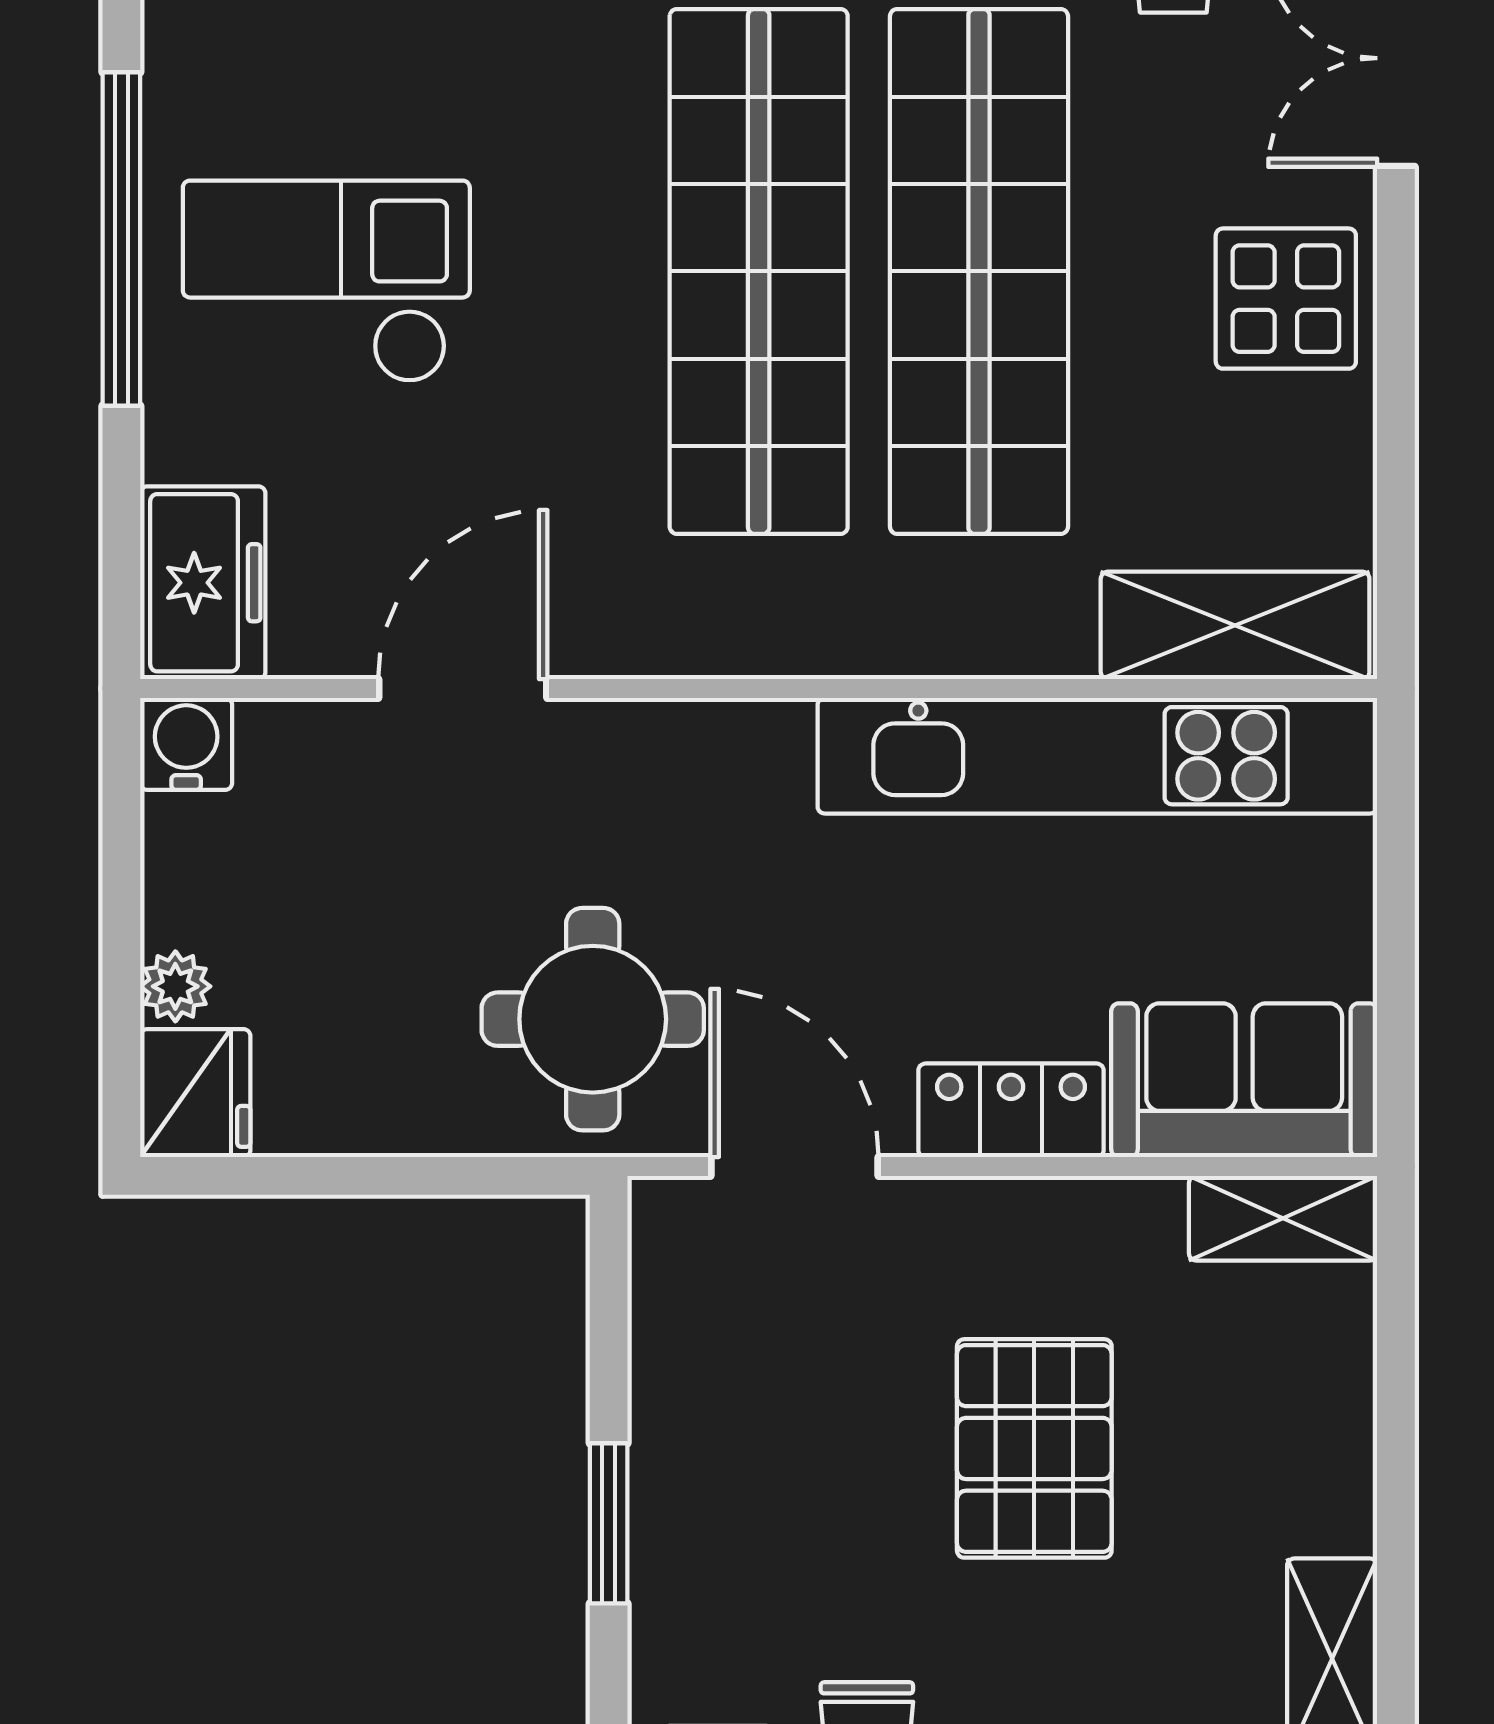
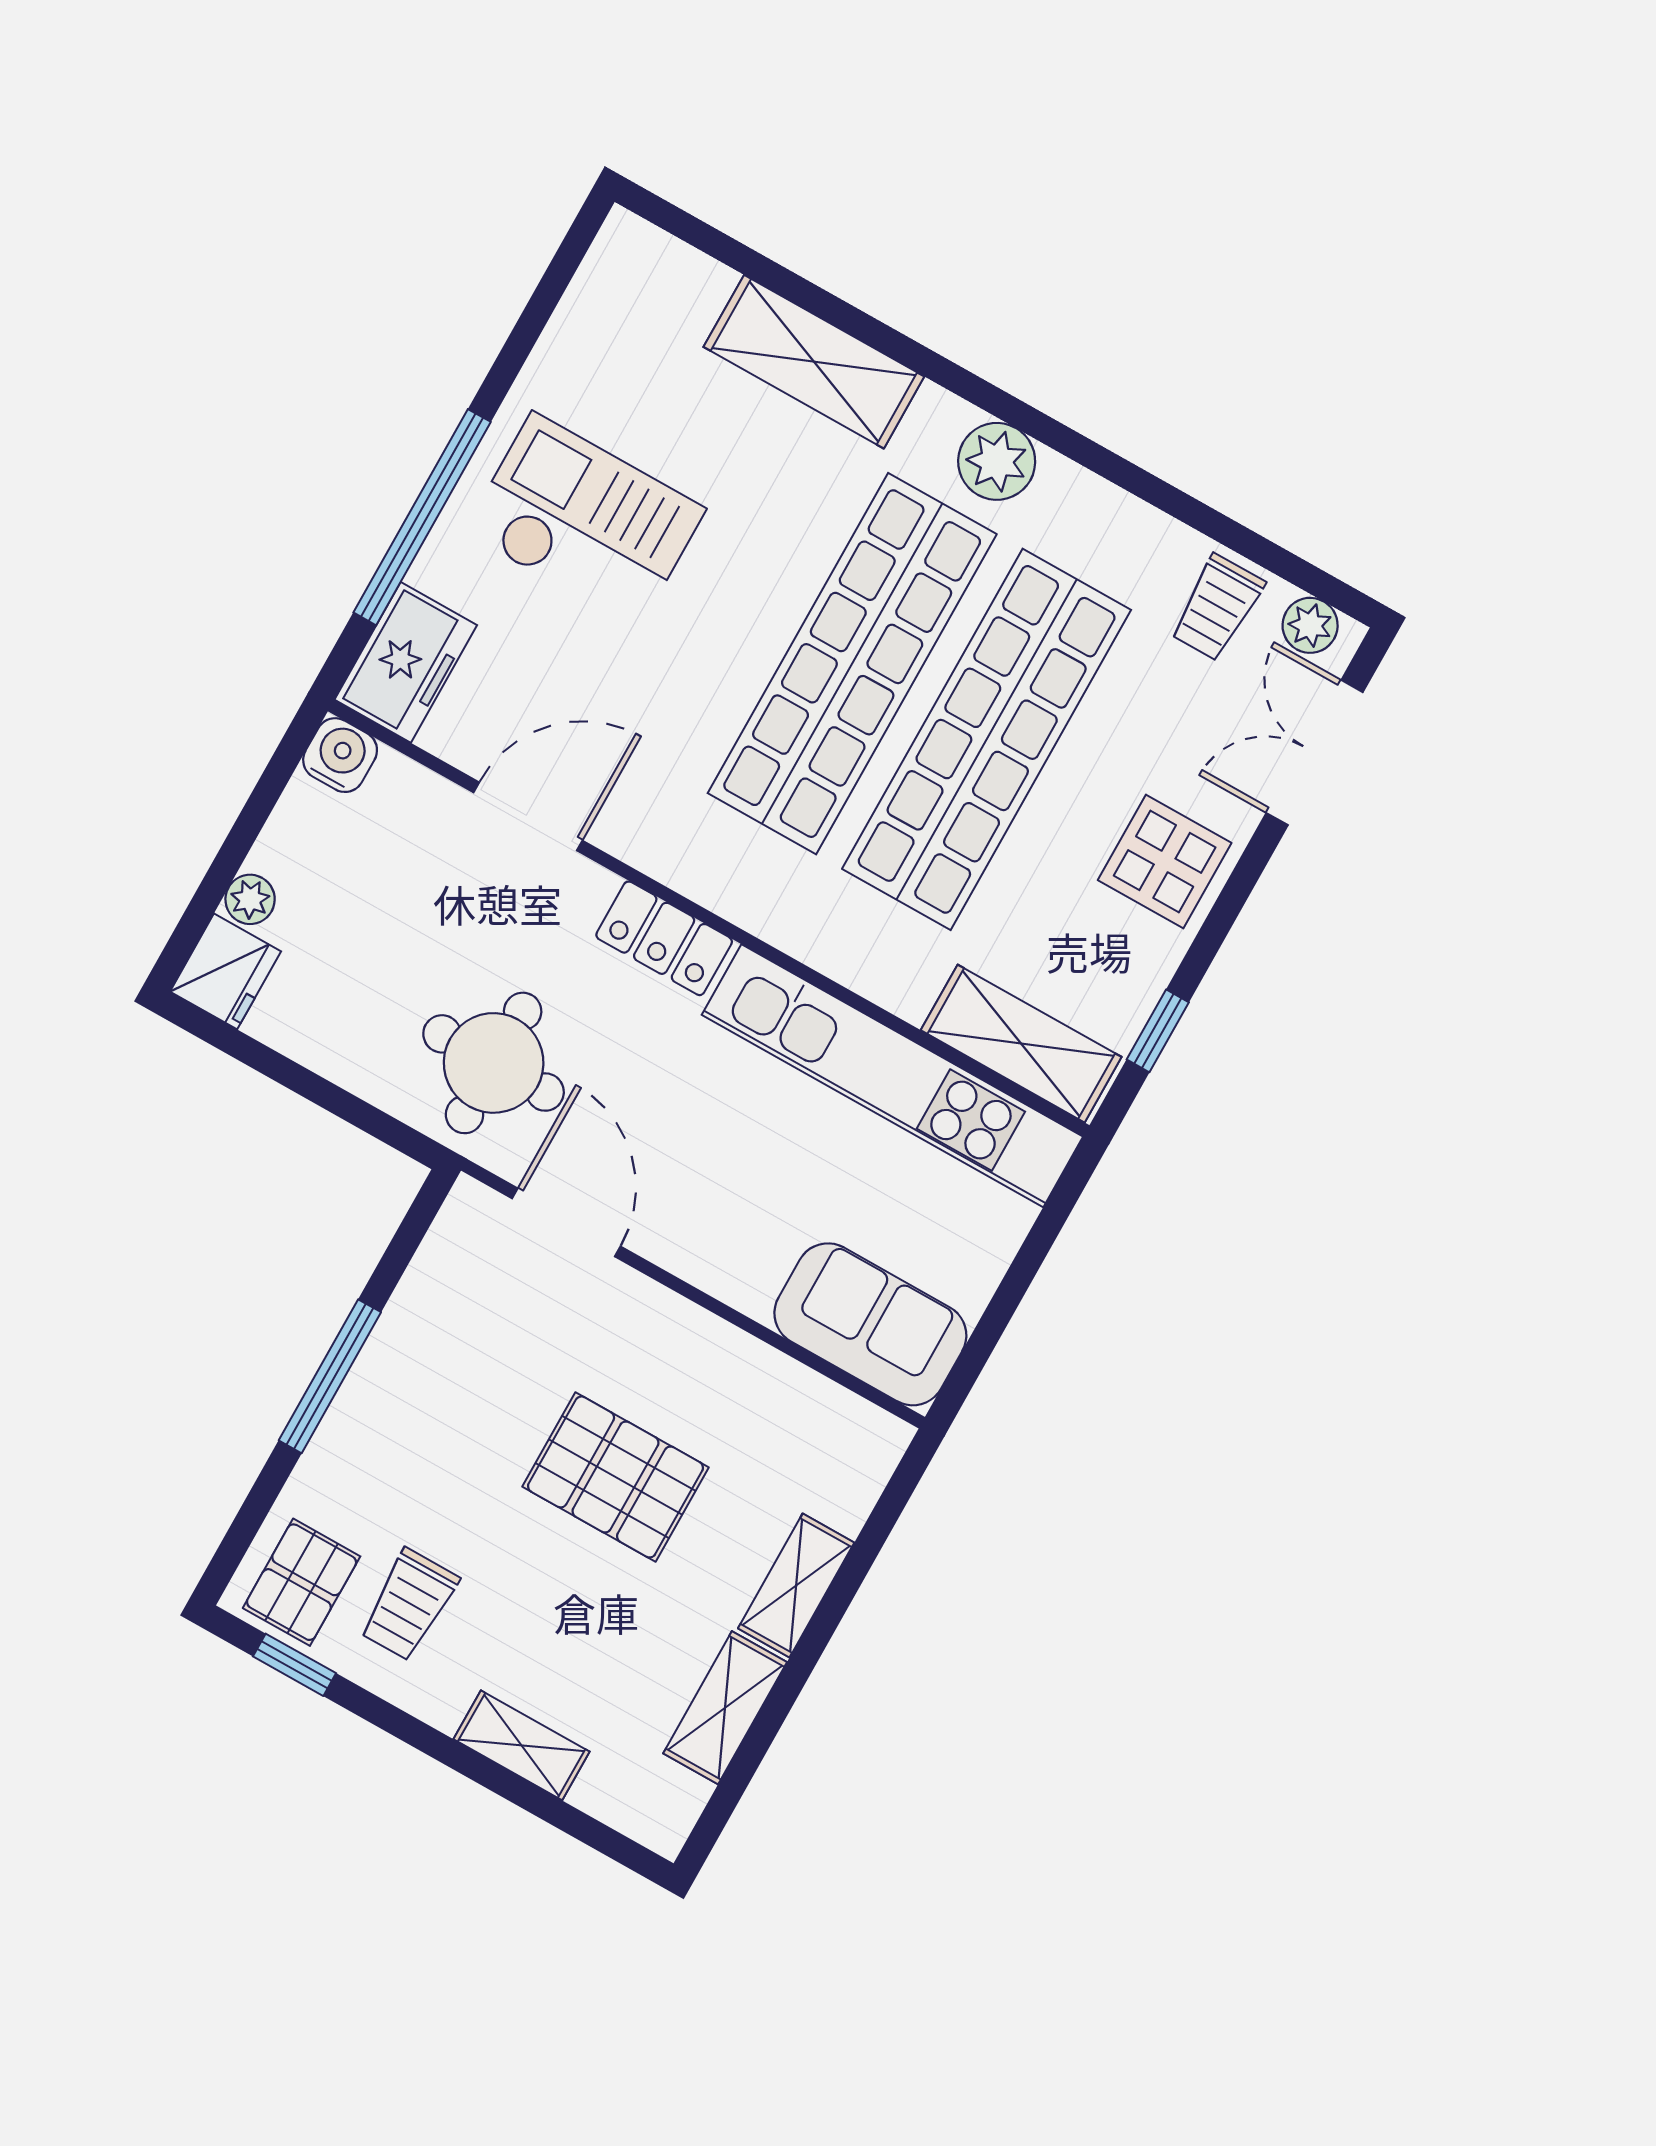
window: (121, 239) -> (422, 517), moved
window: (1396, 514) -> (1158, 1031), added
locker: (1011, 1110) -> (664, 938), moved, turned 180
shelving: (1283, 1218) -> (796, 1585), moved, turned 90
pallet: (1034, 1448) -> (616, 1477), turned 90
window: (609, 1523) -> (330, 1376), width x1.44

